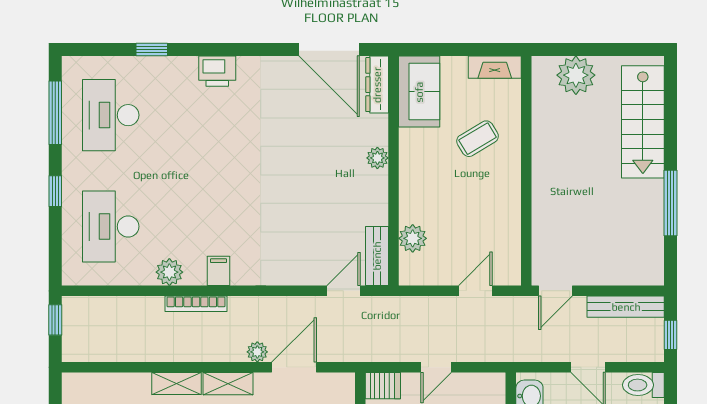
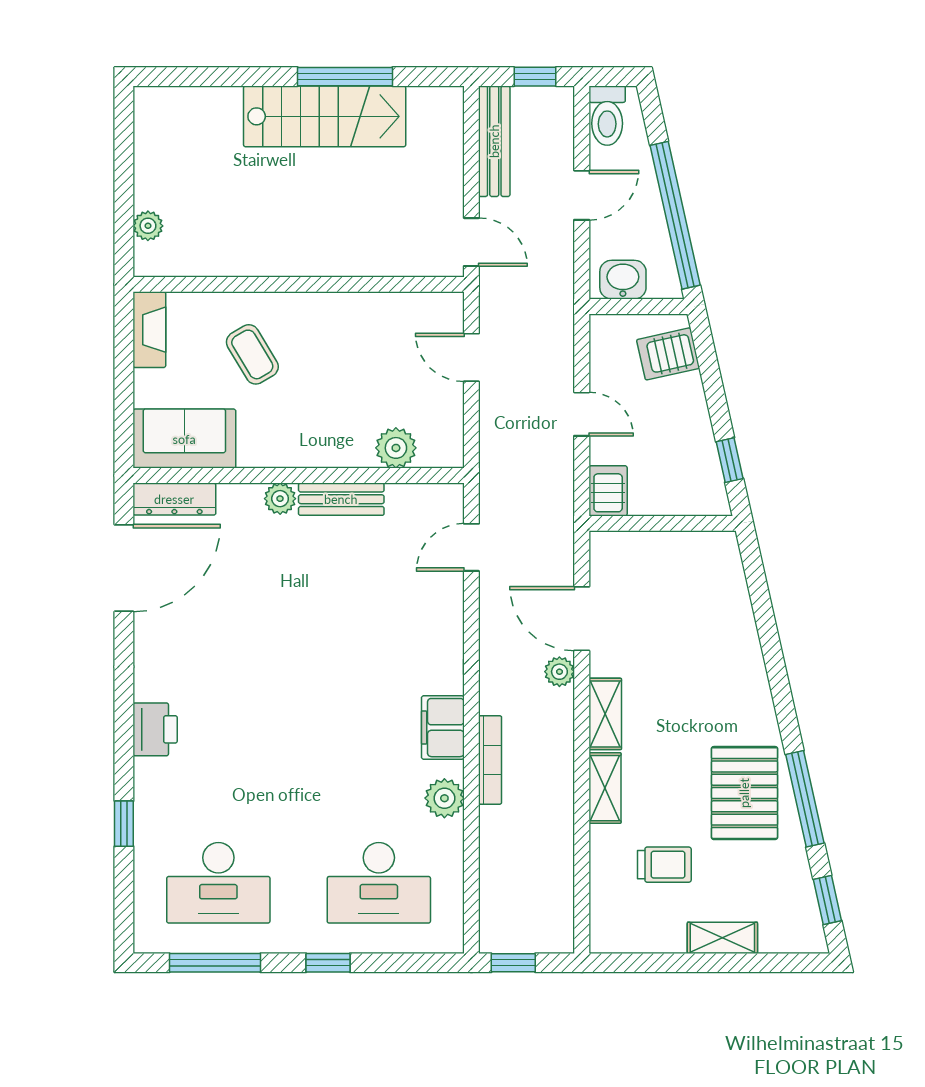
plant: (576, 75) -> (148, 226), width x0.53, depth x0.53
stairs: (643, 122) -> (325, 116), moved
bench: (377, 256) -> (341, 499), moved
filing cabinet: (219, 271) -> (443, 728), width x2.00
door: (344, 291) -> (471, 547), hinge flipped

